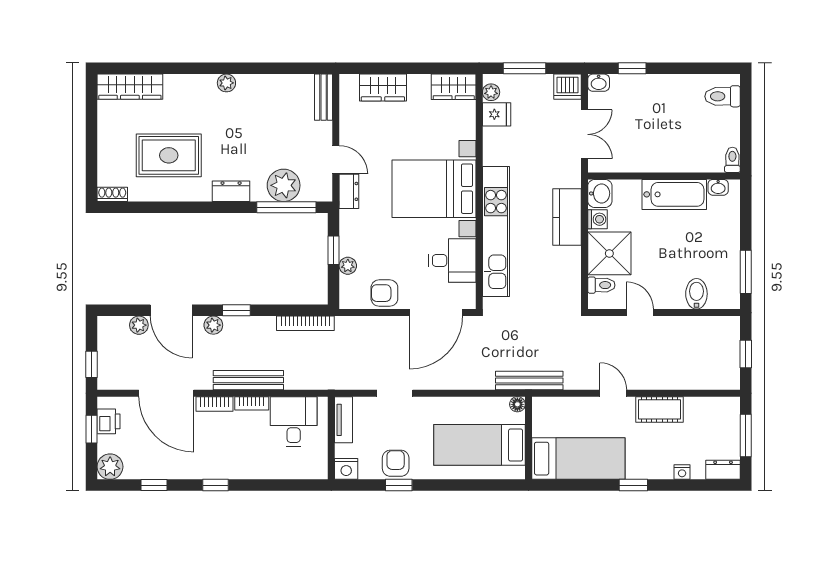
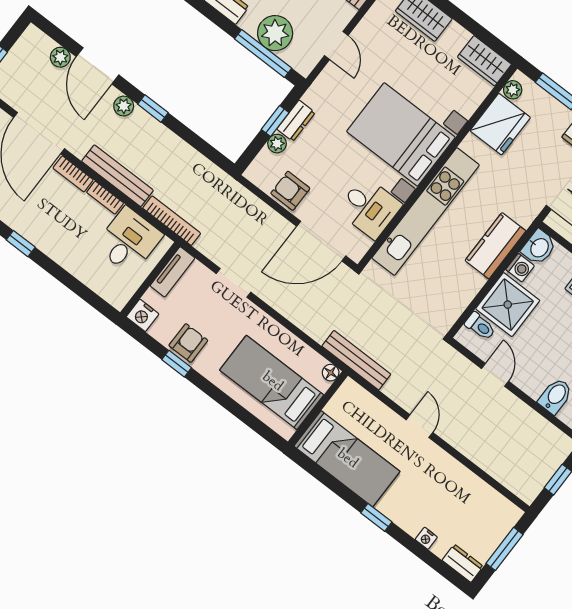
fridge: (497, 114) -> (500, 124), width x1.88, depth x1.34
dresser: (349, 191) -> (296, 121), moved
bookcase: (305, 323) -> (172, 221), moved, turned 180
cot: (660, 409) -> (448, 470), removed

